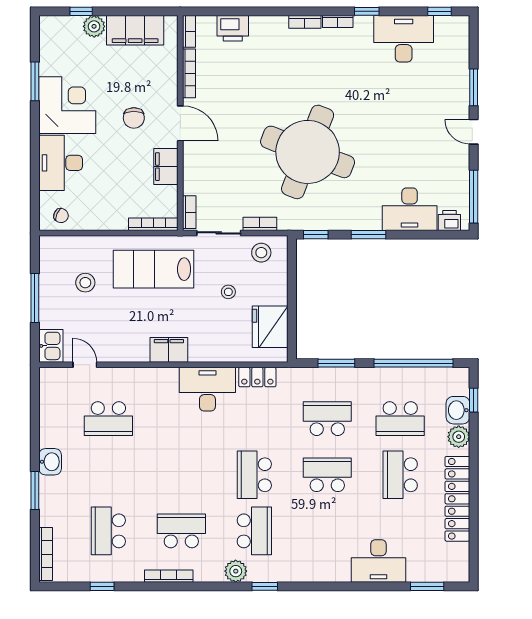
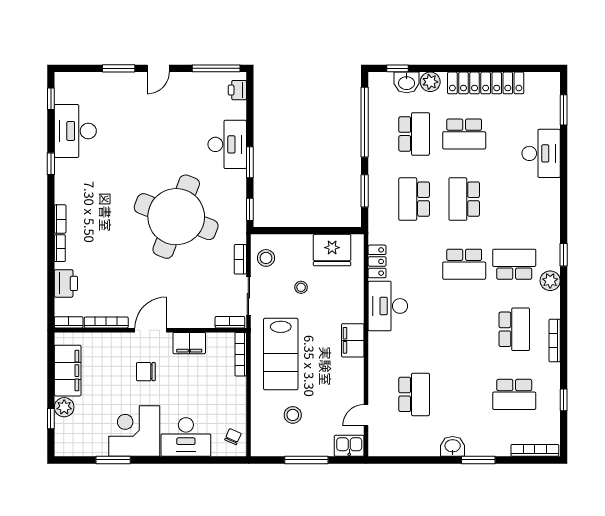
bookcase: (338, 22) -> (60, 248), moved
chair: (134, 118) -> (146, 372), turned 180
desk: (410, 209) -> (227, 144), moved
school desk: (181, 531) -> (514, 329), turned 180

